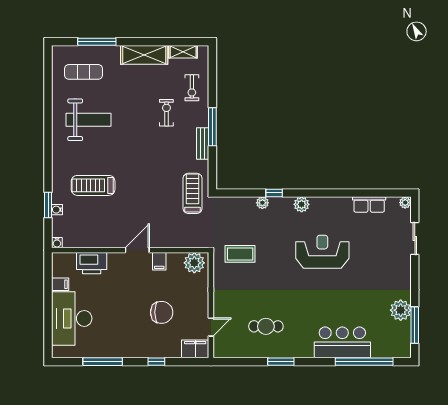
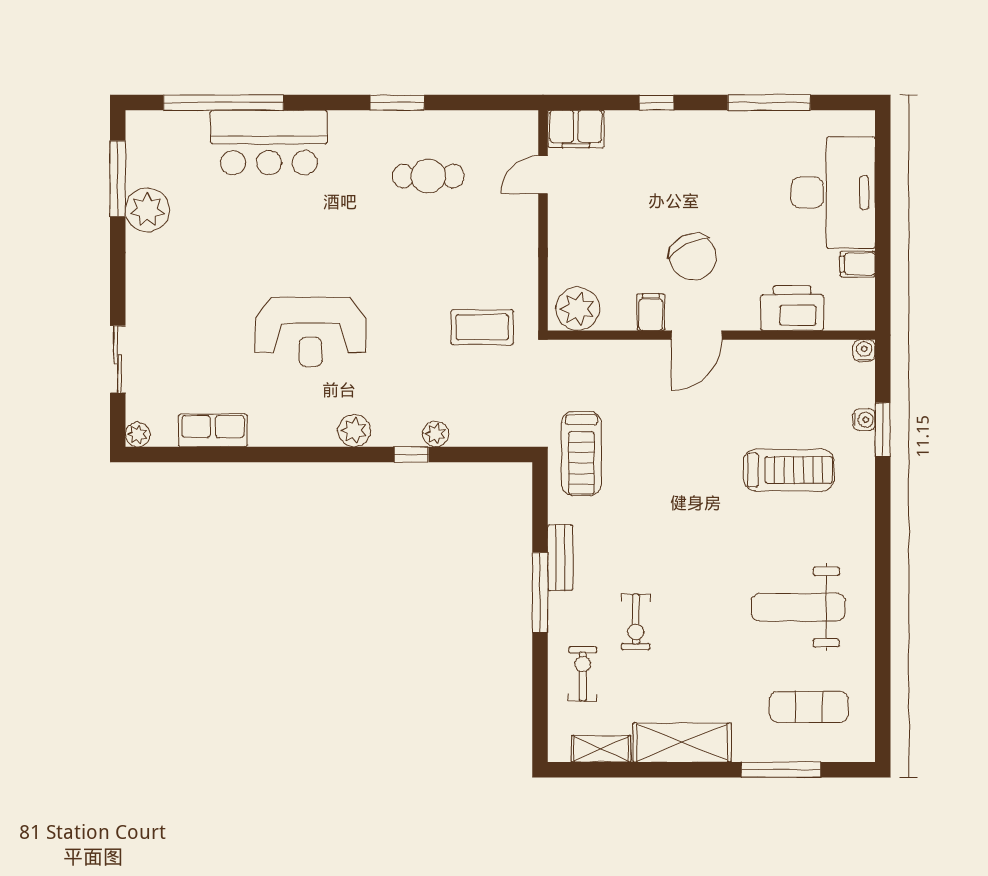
chair: (162, 312) -> (693, 257), moved, turned -117

